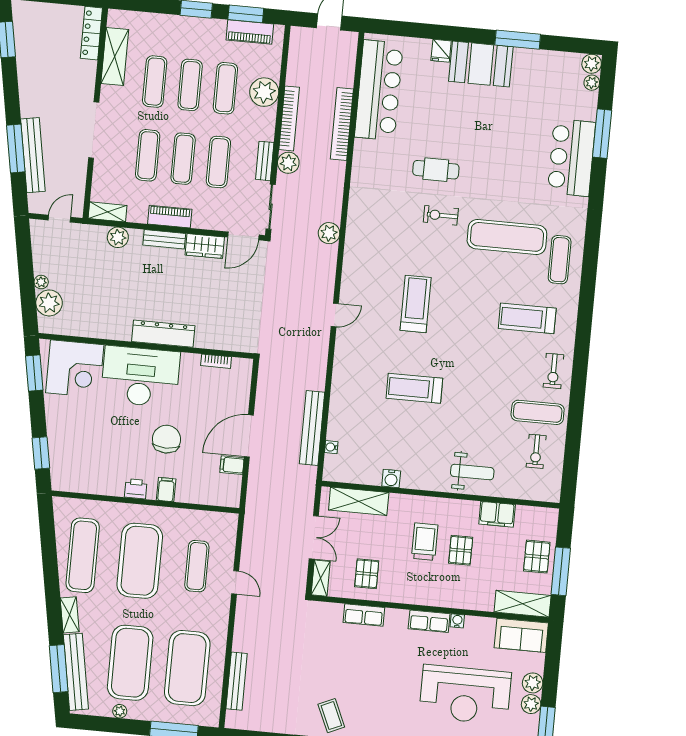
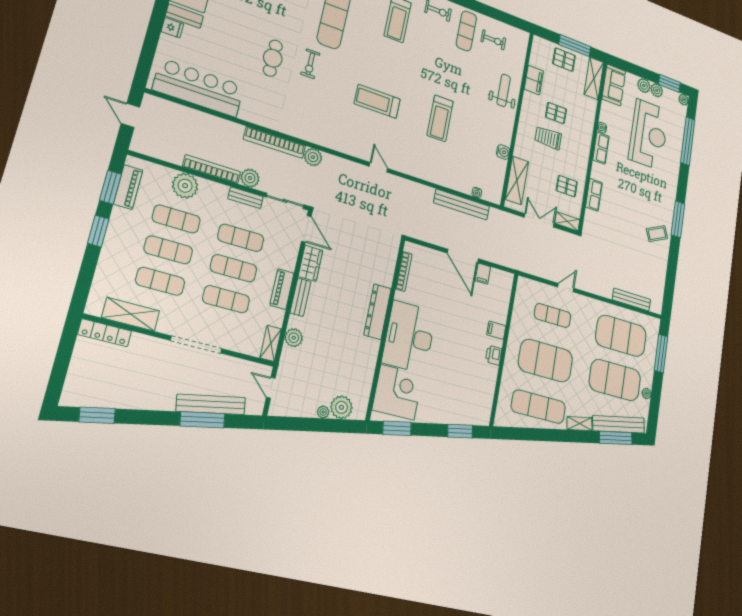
bookcase: (342, 124) -> (275, 142), moved
bookcase: (216, 361) -> (404, 271), width x1.56
chair: (166, 439) -> (459, 323), removed

